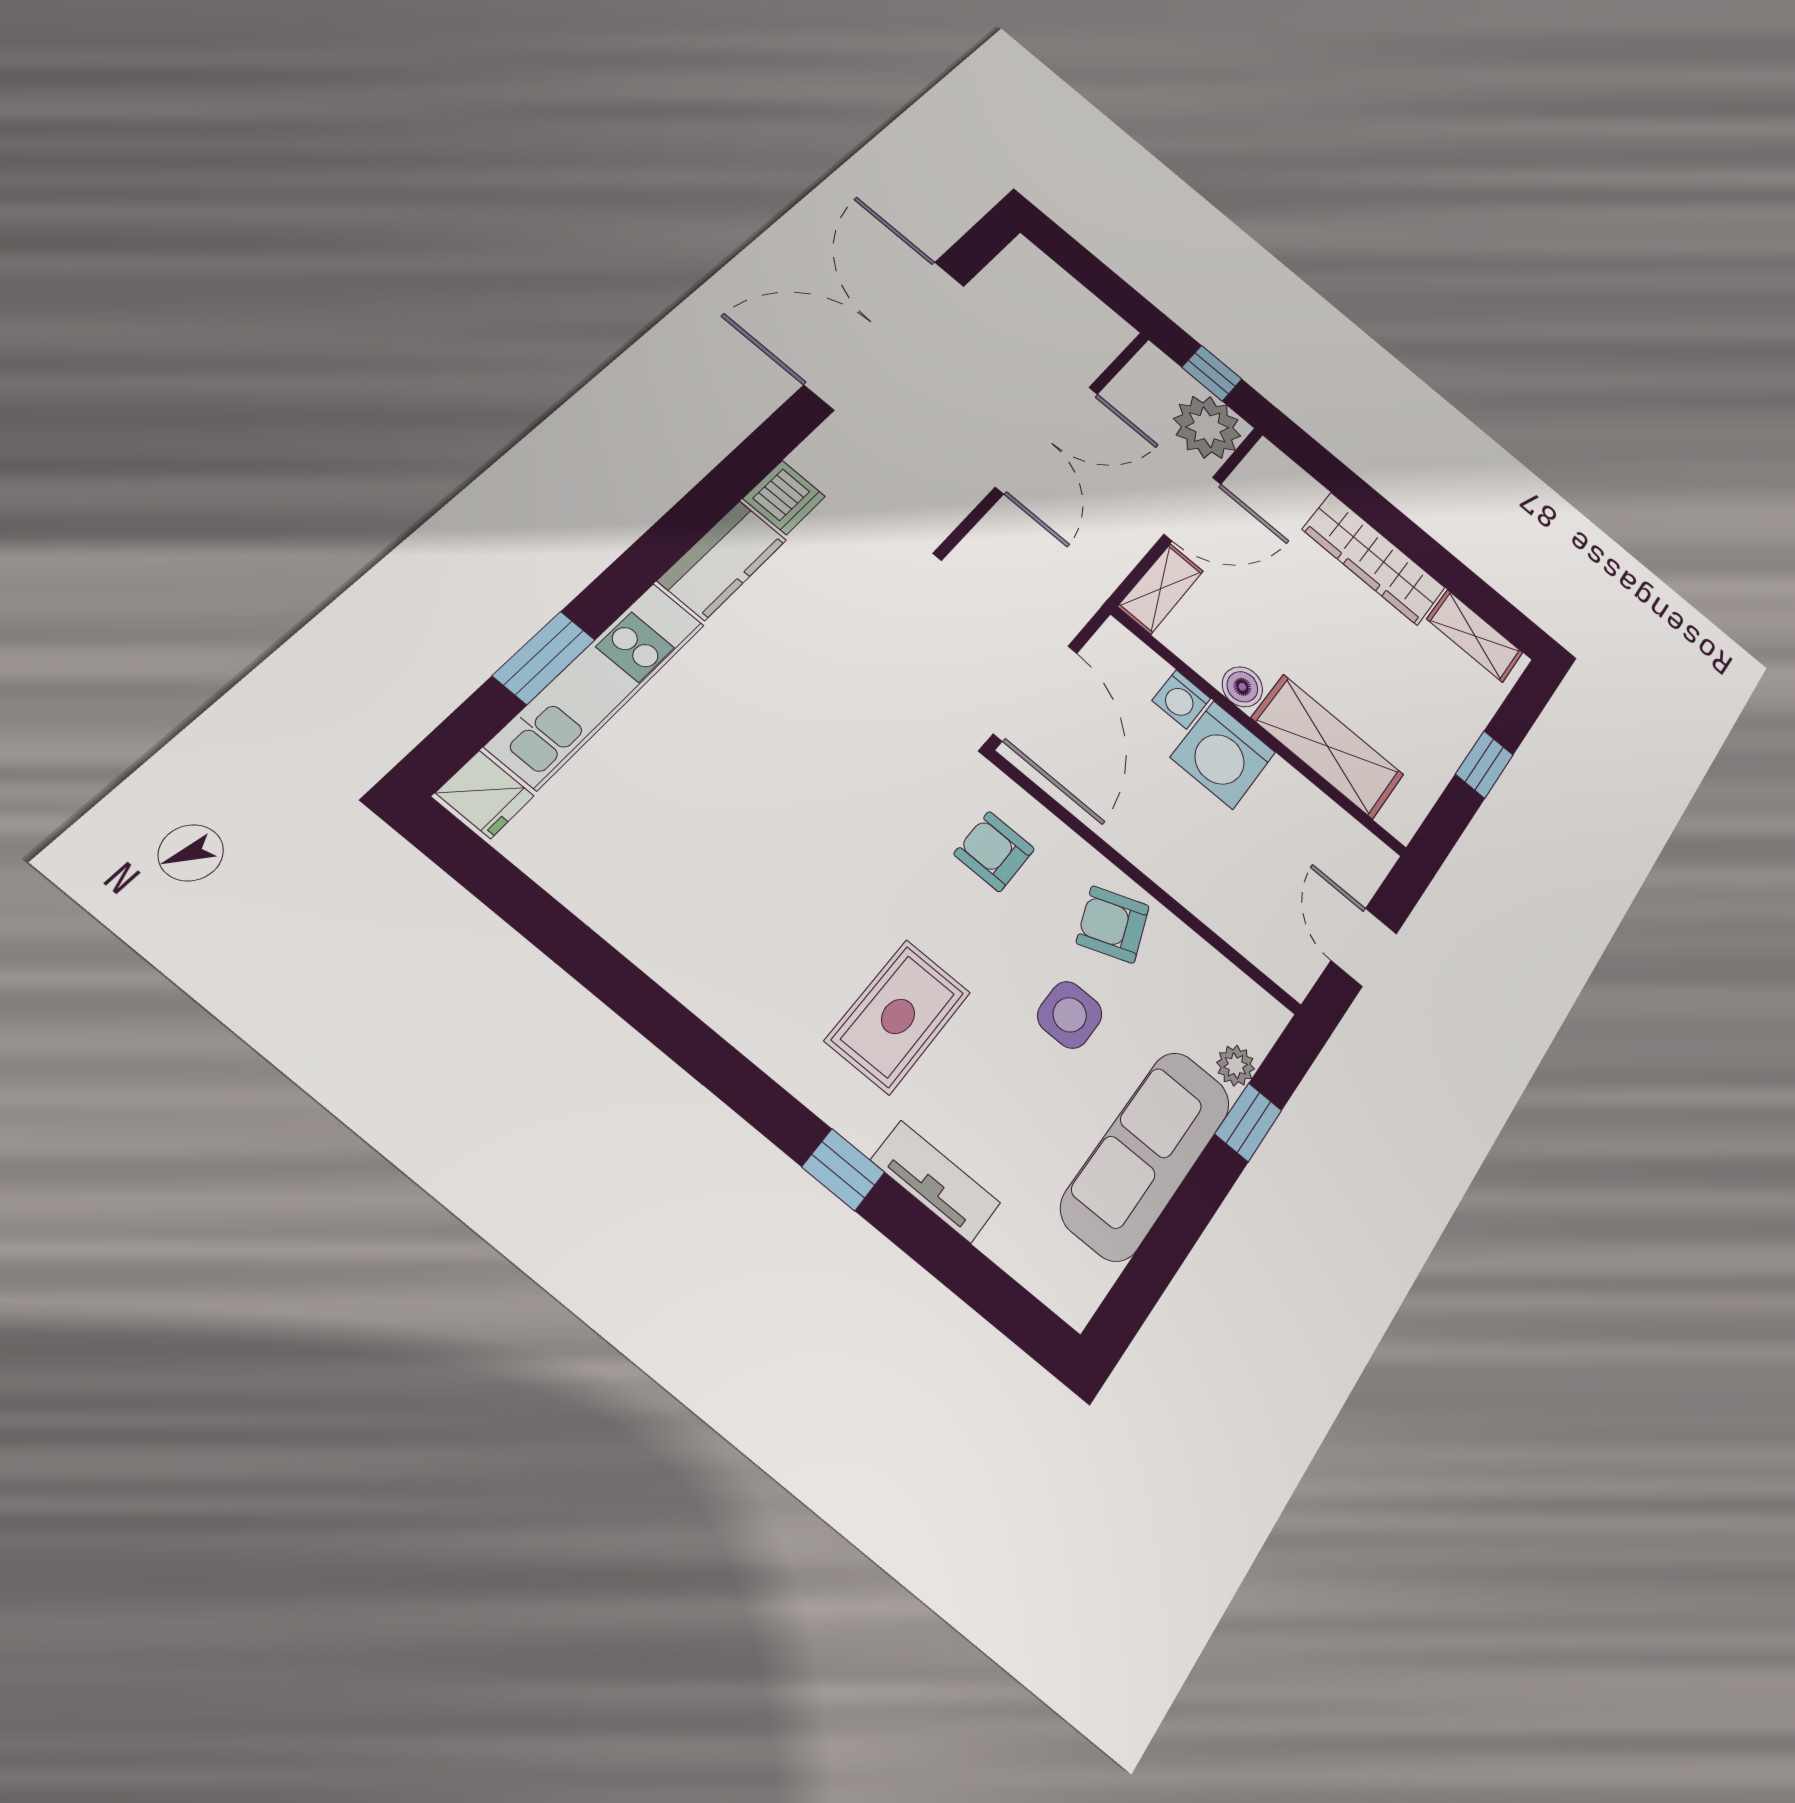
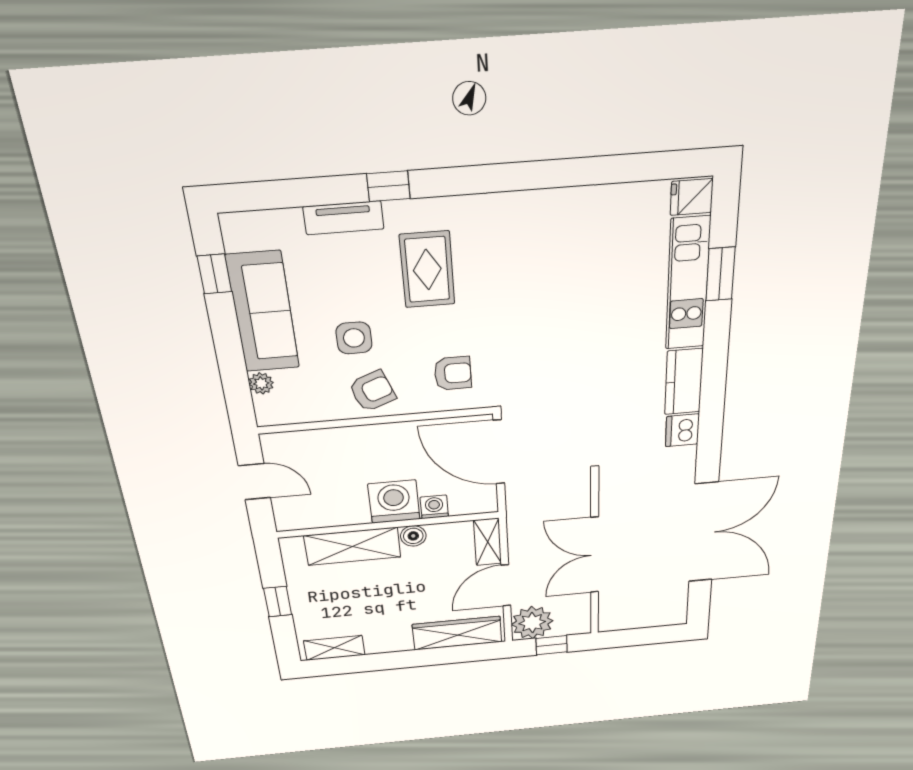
wardrobe: (1374, 559) -> (457, 633), moved
window: (1248, 1122) -> (214, 274), moved

